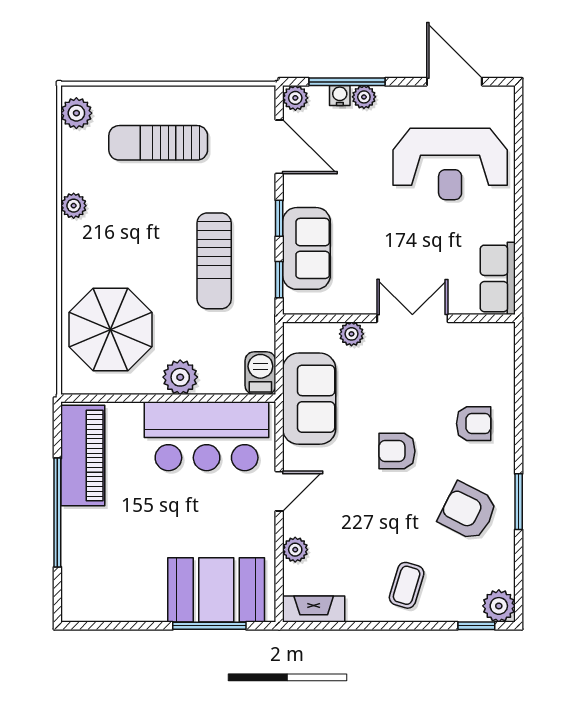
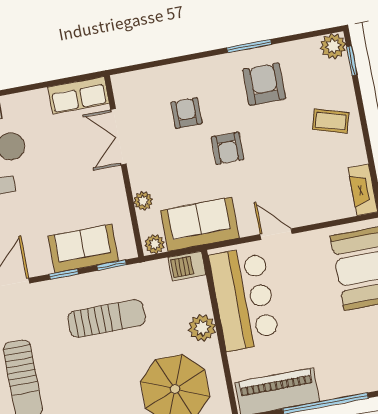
double door: (412, 318) -> (118, 137), moved
armchair: (474, 424) -> (186, 113), moved
armchair: (468, 511) -> (264, 84), turned 153
plant: (295, 550) -> (155, 244), moved

